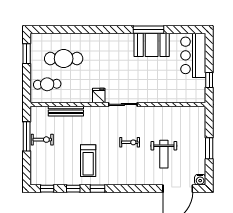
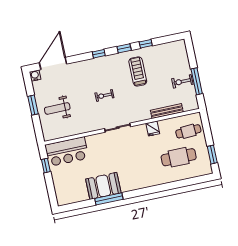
bar counter: (193, 55) -> (67, 152), moved, turned 90
fridge: (99, 95) -> (153, 129), moved
weight bench: (164, 154) -> (57, 108), moved, turned -90
window: (47, 189) -> (99, 54), moved

